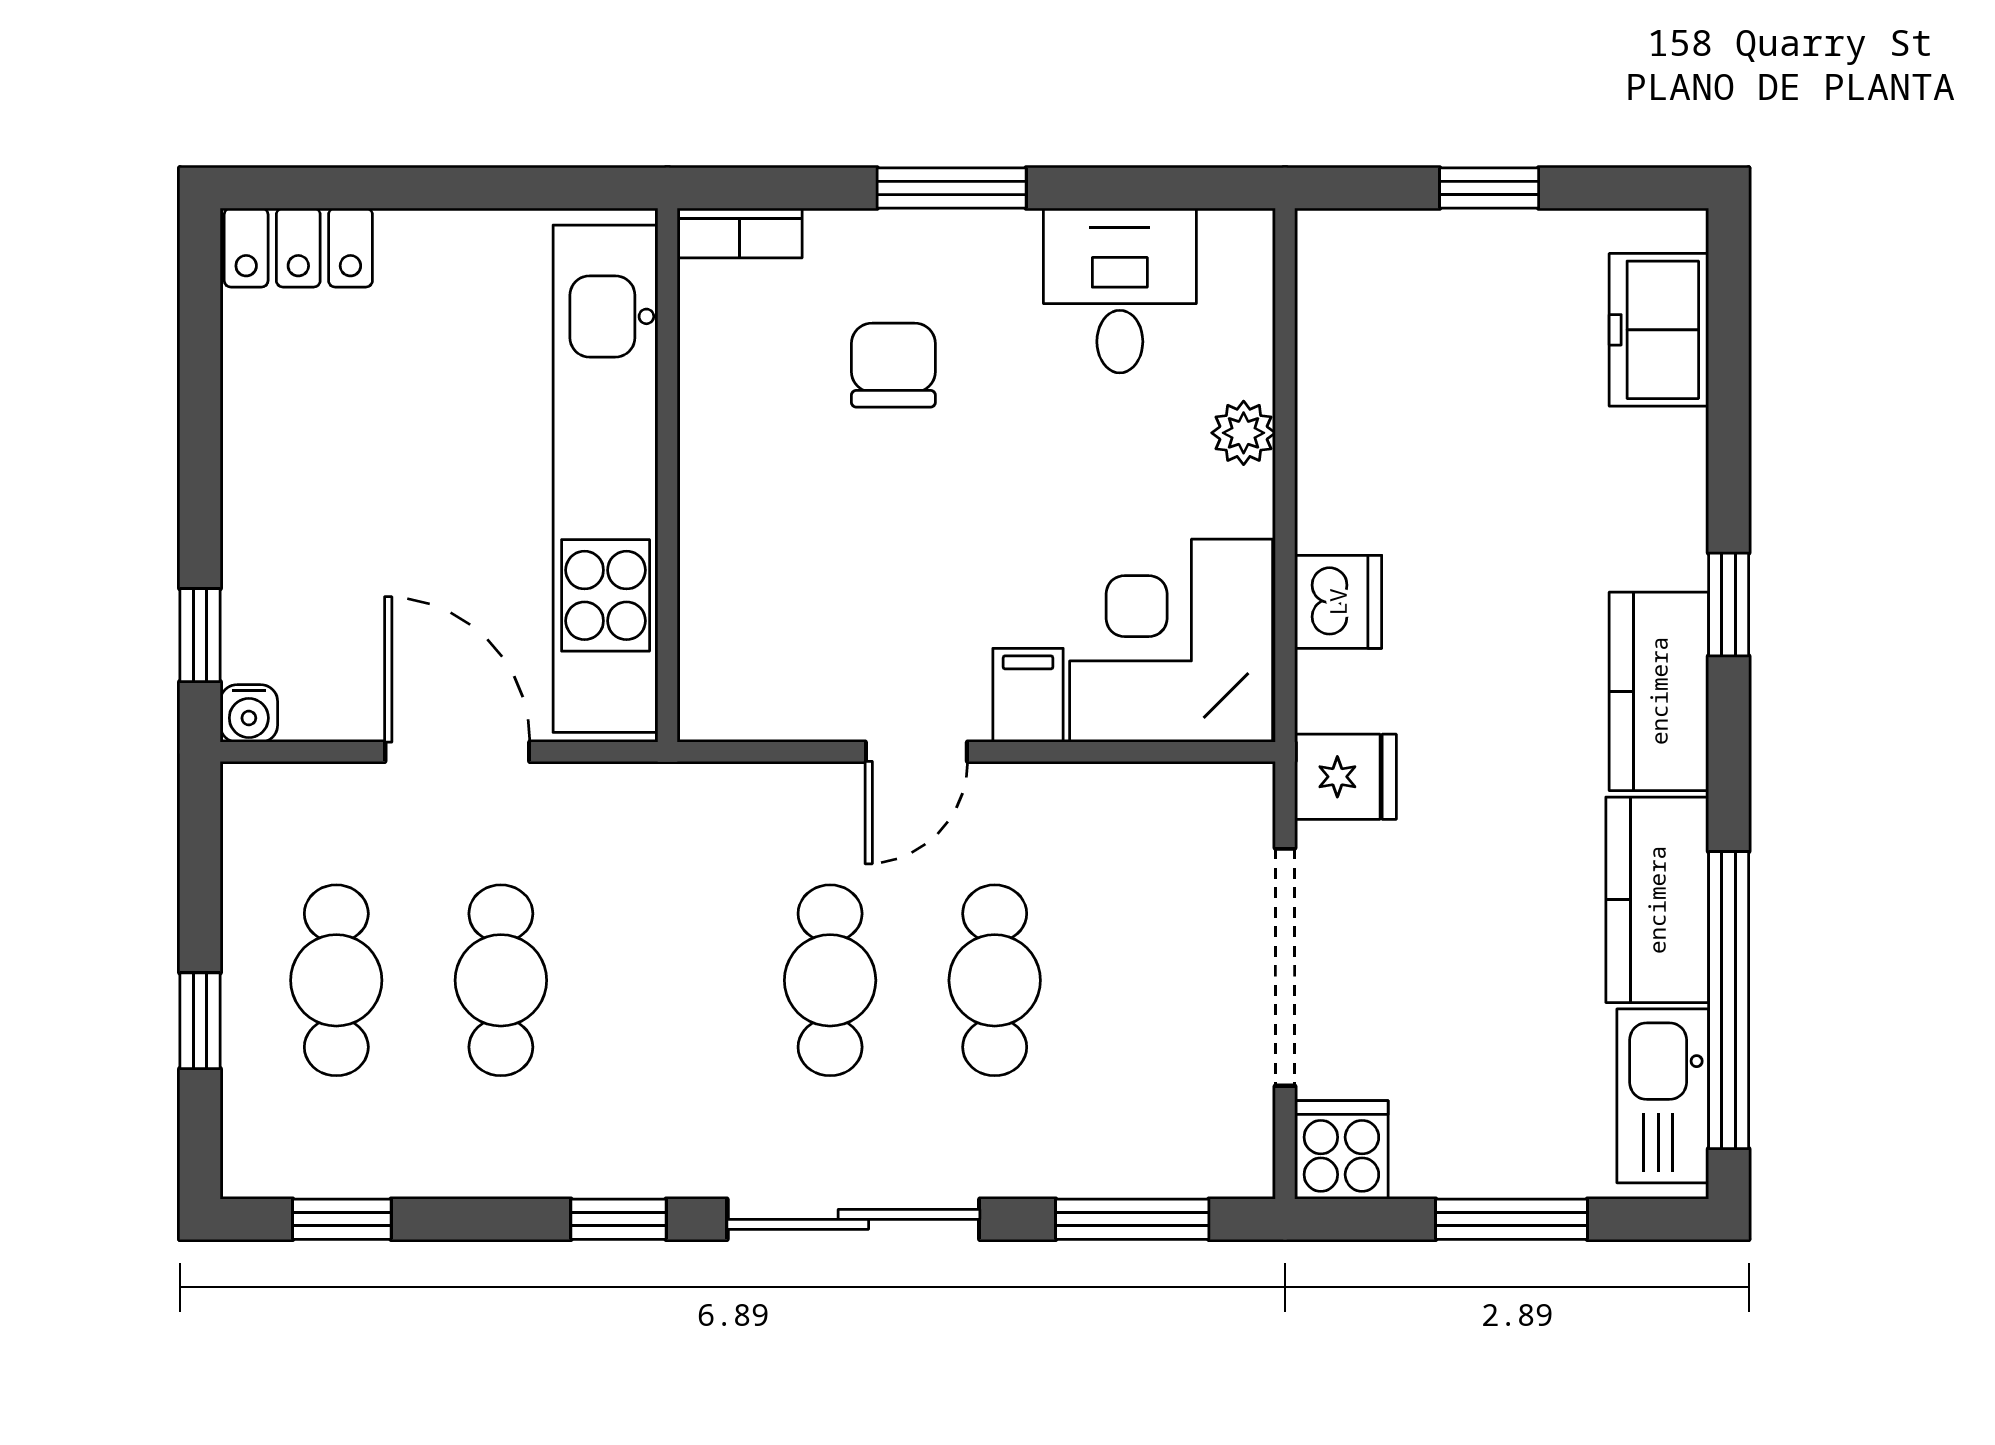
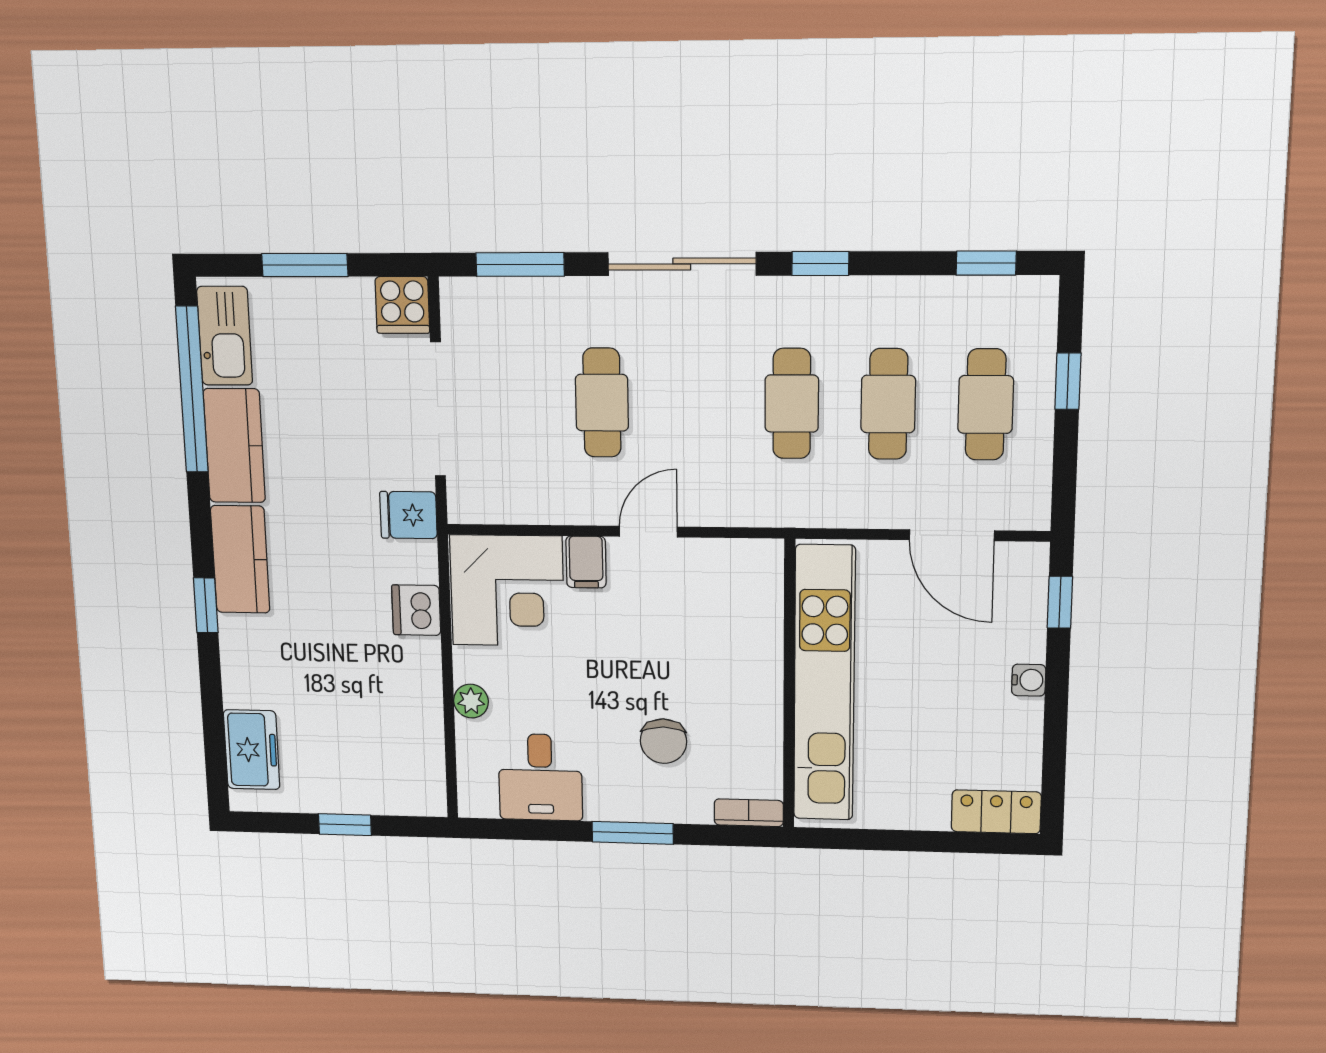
water cooler: (249, 713) -> (1029, 680), moved, turned 90
door: (457, 752) -> (952, 535), moved
cafe table: (830, 980) -> (792, 404), moved

